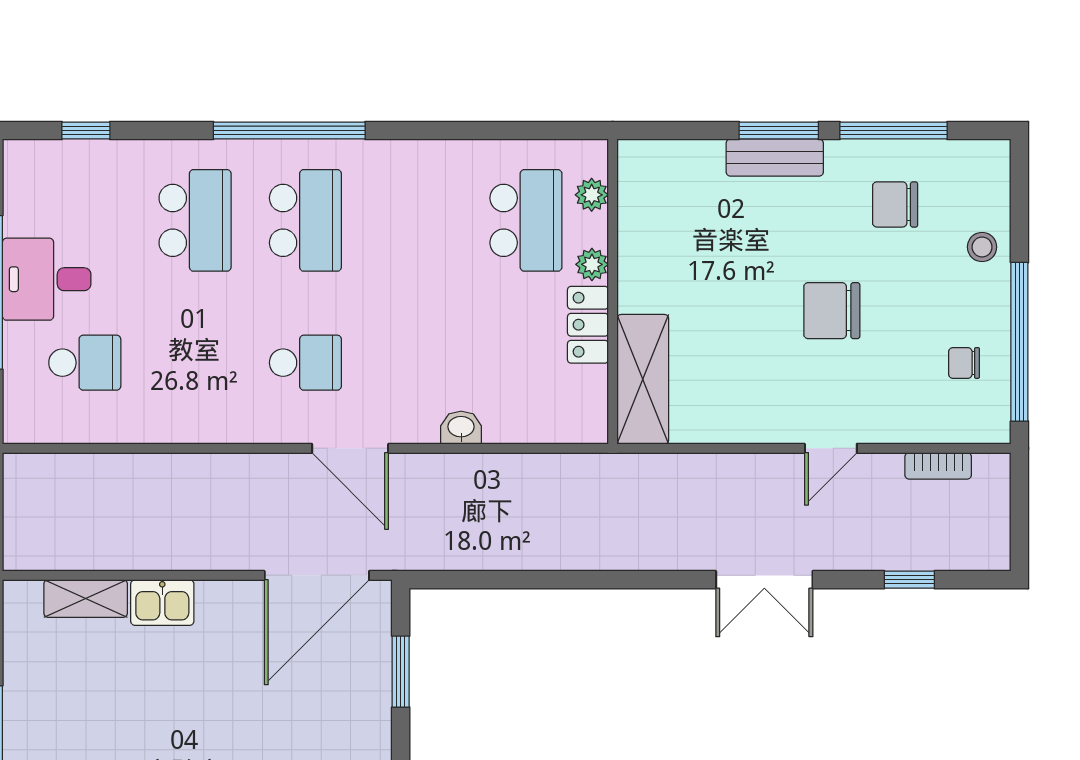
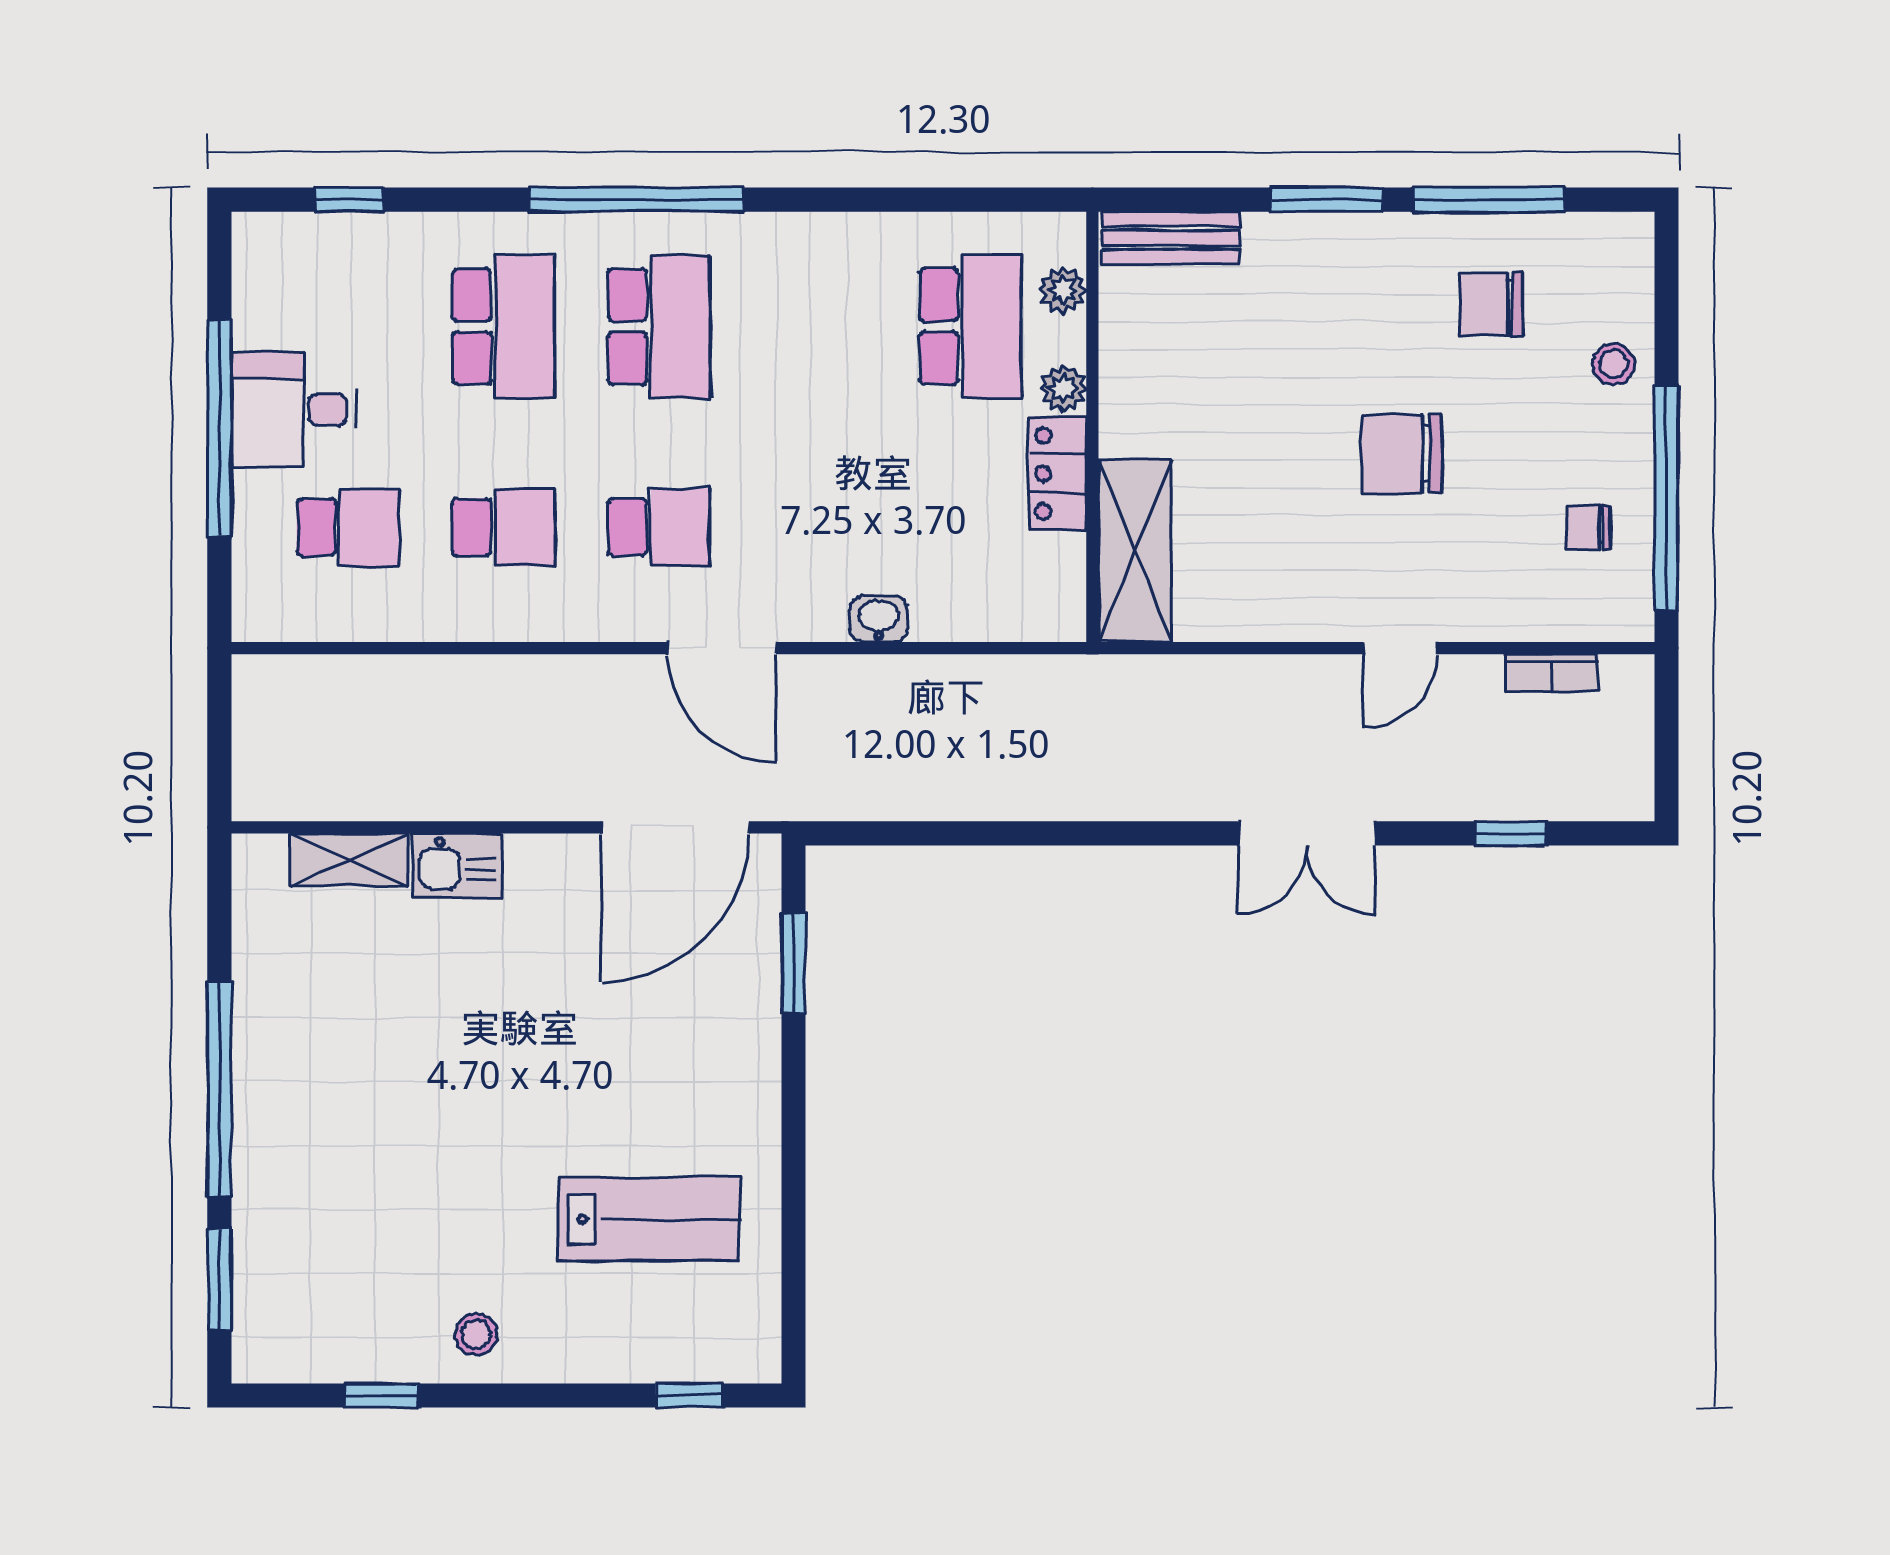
bench: (775, 158) -> (1171, 238), moved
school desk: (195, 363) -> (503, 527), added

